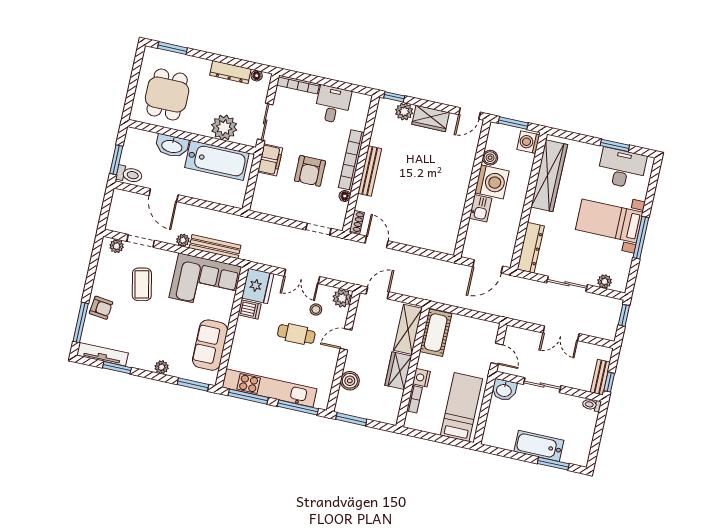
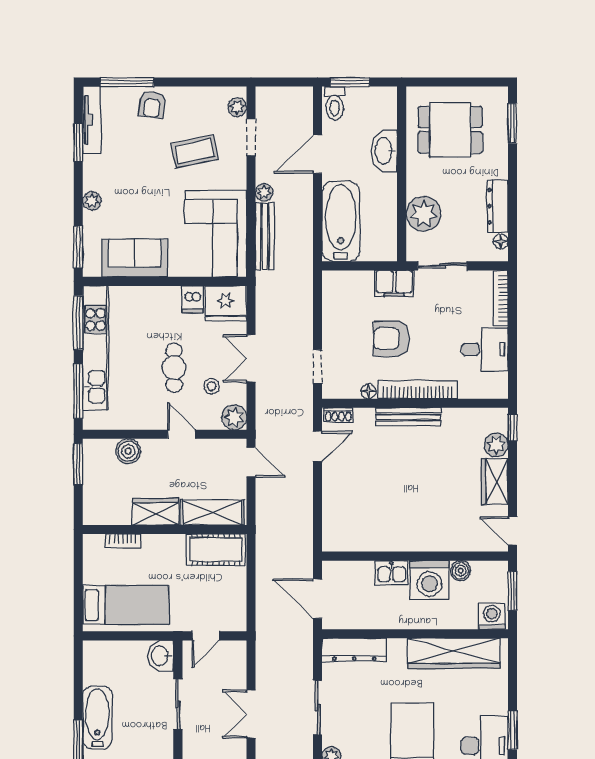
bathtub: (217, 160) -> (341, 221), moved, turned 180
nightstand: (421, 378) -> (153, 544), removed

